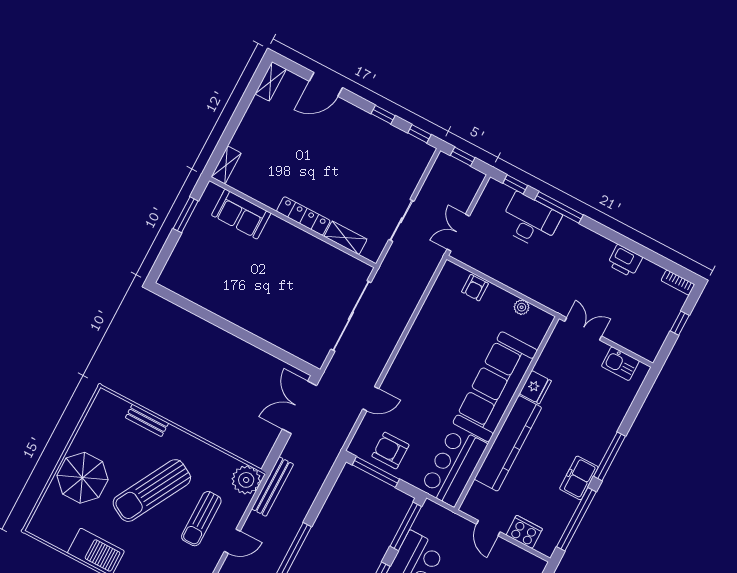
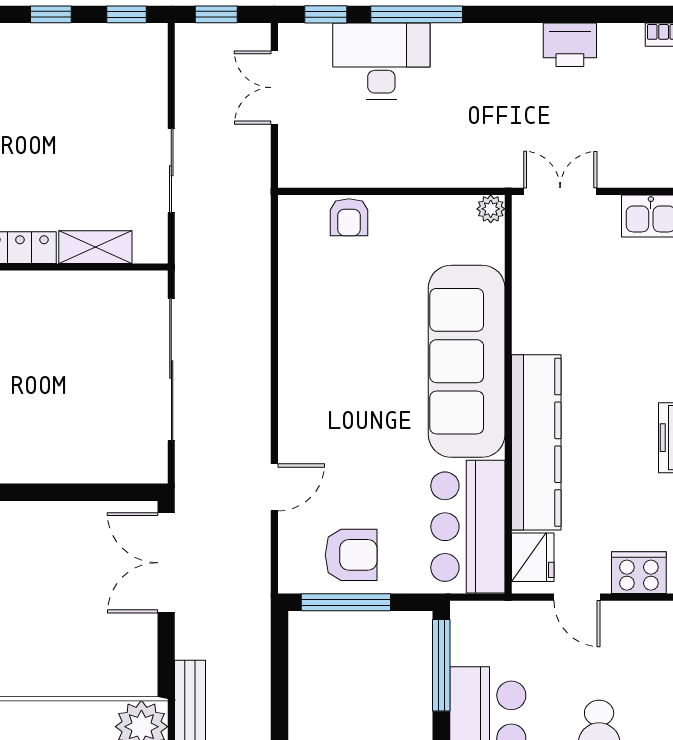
double door: (458, 233) -> (274, 88), moved
plant: (522, 307) -> (491, 209), moved
fridge: (535, 387) -> (533, 557), moved
armchair: (390, 451) -> (351, 555), turned 180

